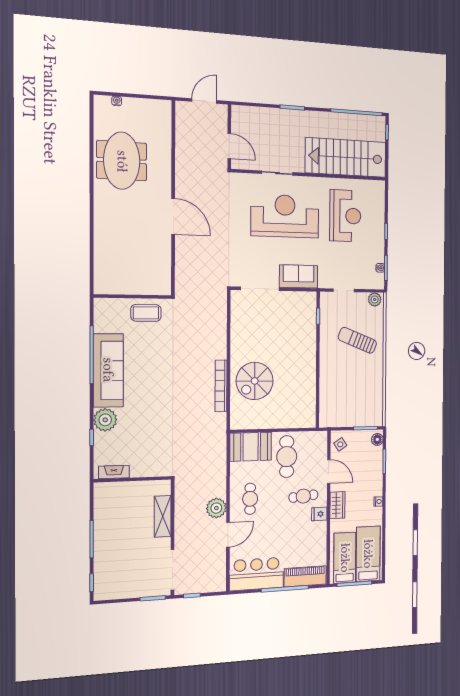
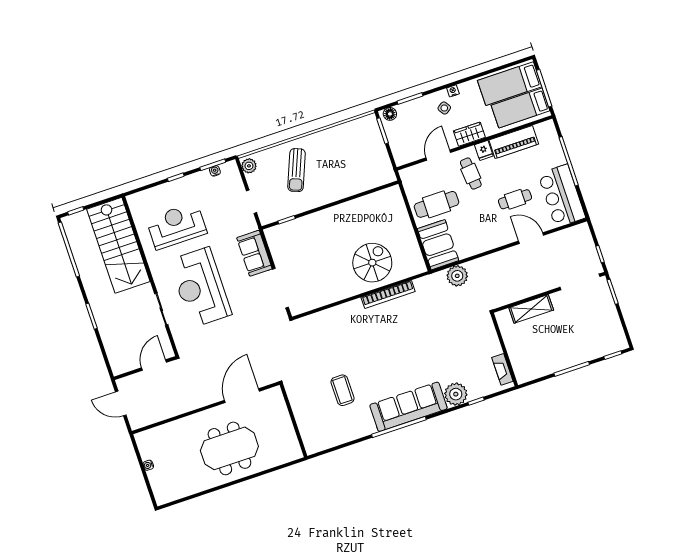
water cooler: (117, 101) -> (148, 465), moved
meeting table: (122, 161) -> (229, 448), moved
wall: (133, 296) -> (293, 420), moved
spiral stairs: (255, 381) -> (372, 263), turned -90
side table: (340, 444) -> (444, 108), moved
cafe table: (250, 499) -> (515, 199), moved
plant: (216, 508) -> (457, 276), moved
piano: (305, 576) -> (514, 142), moved, turned -90

